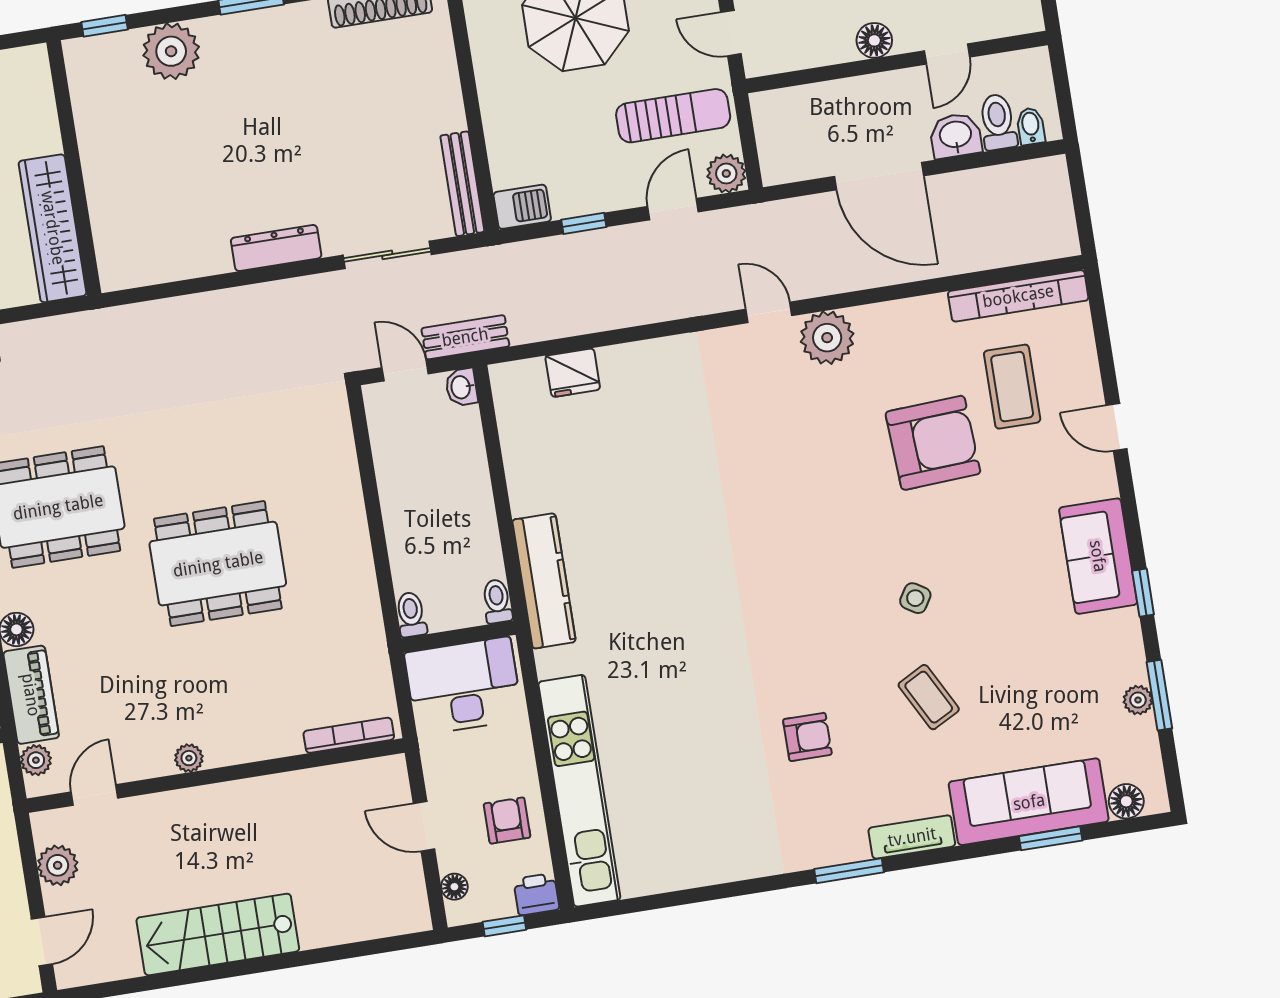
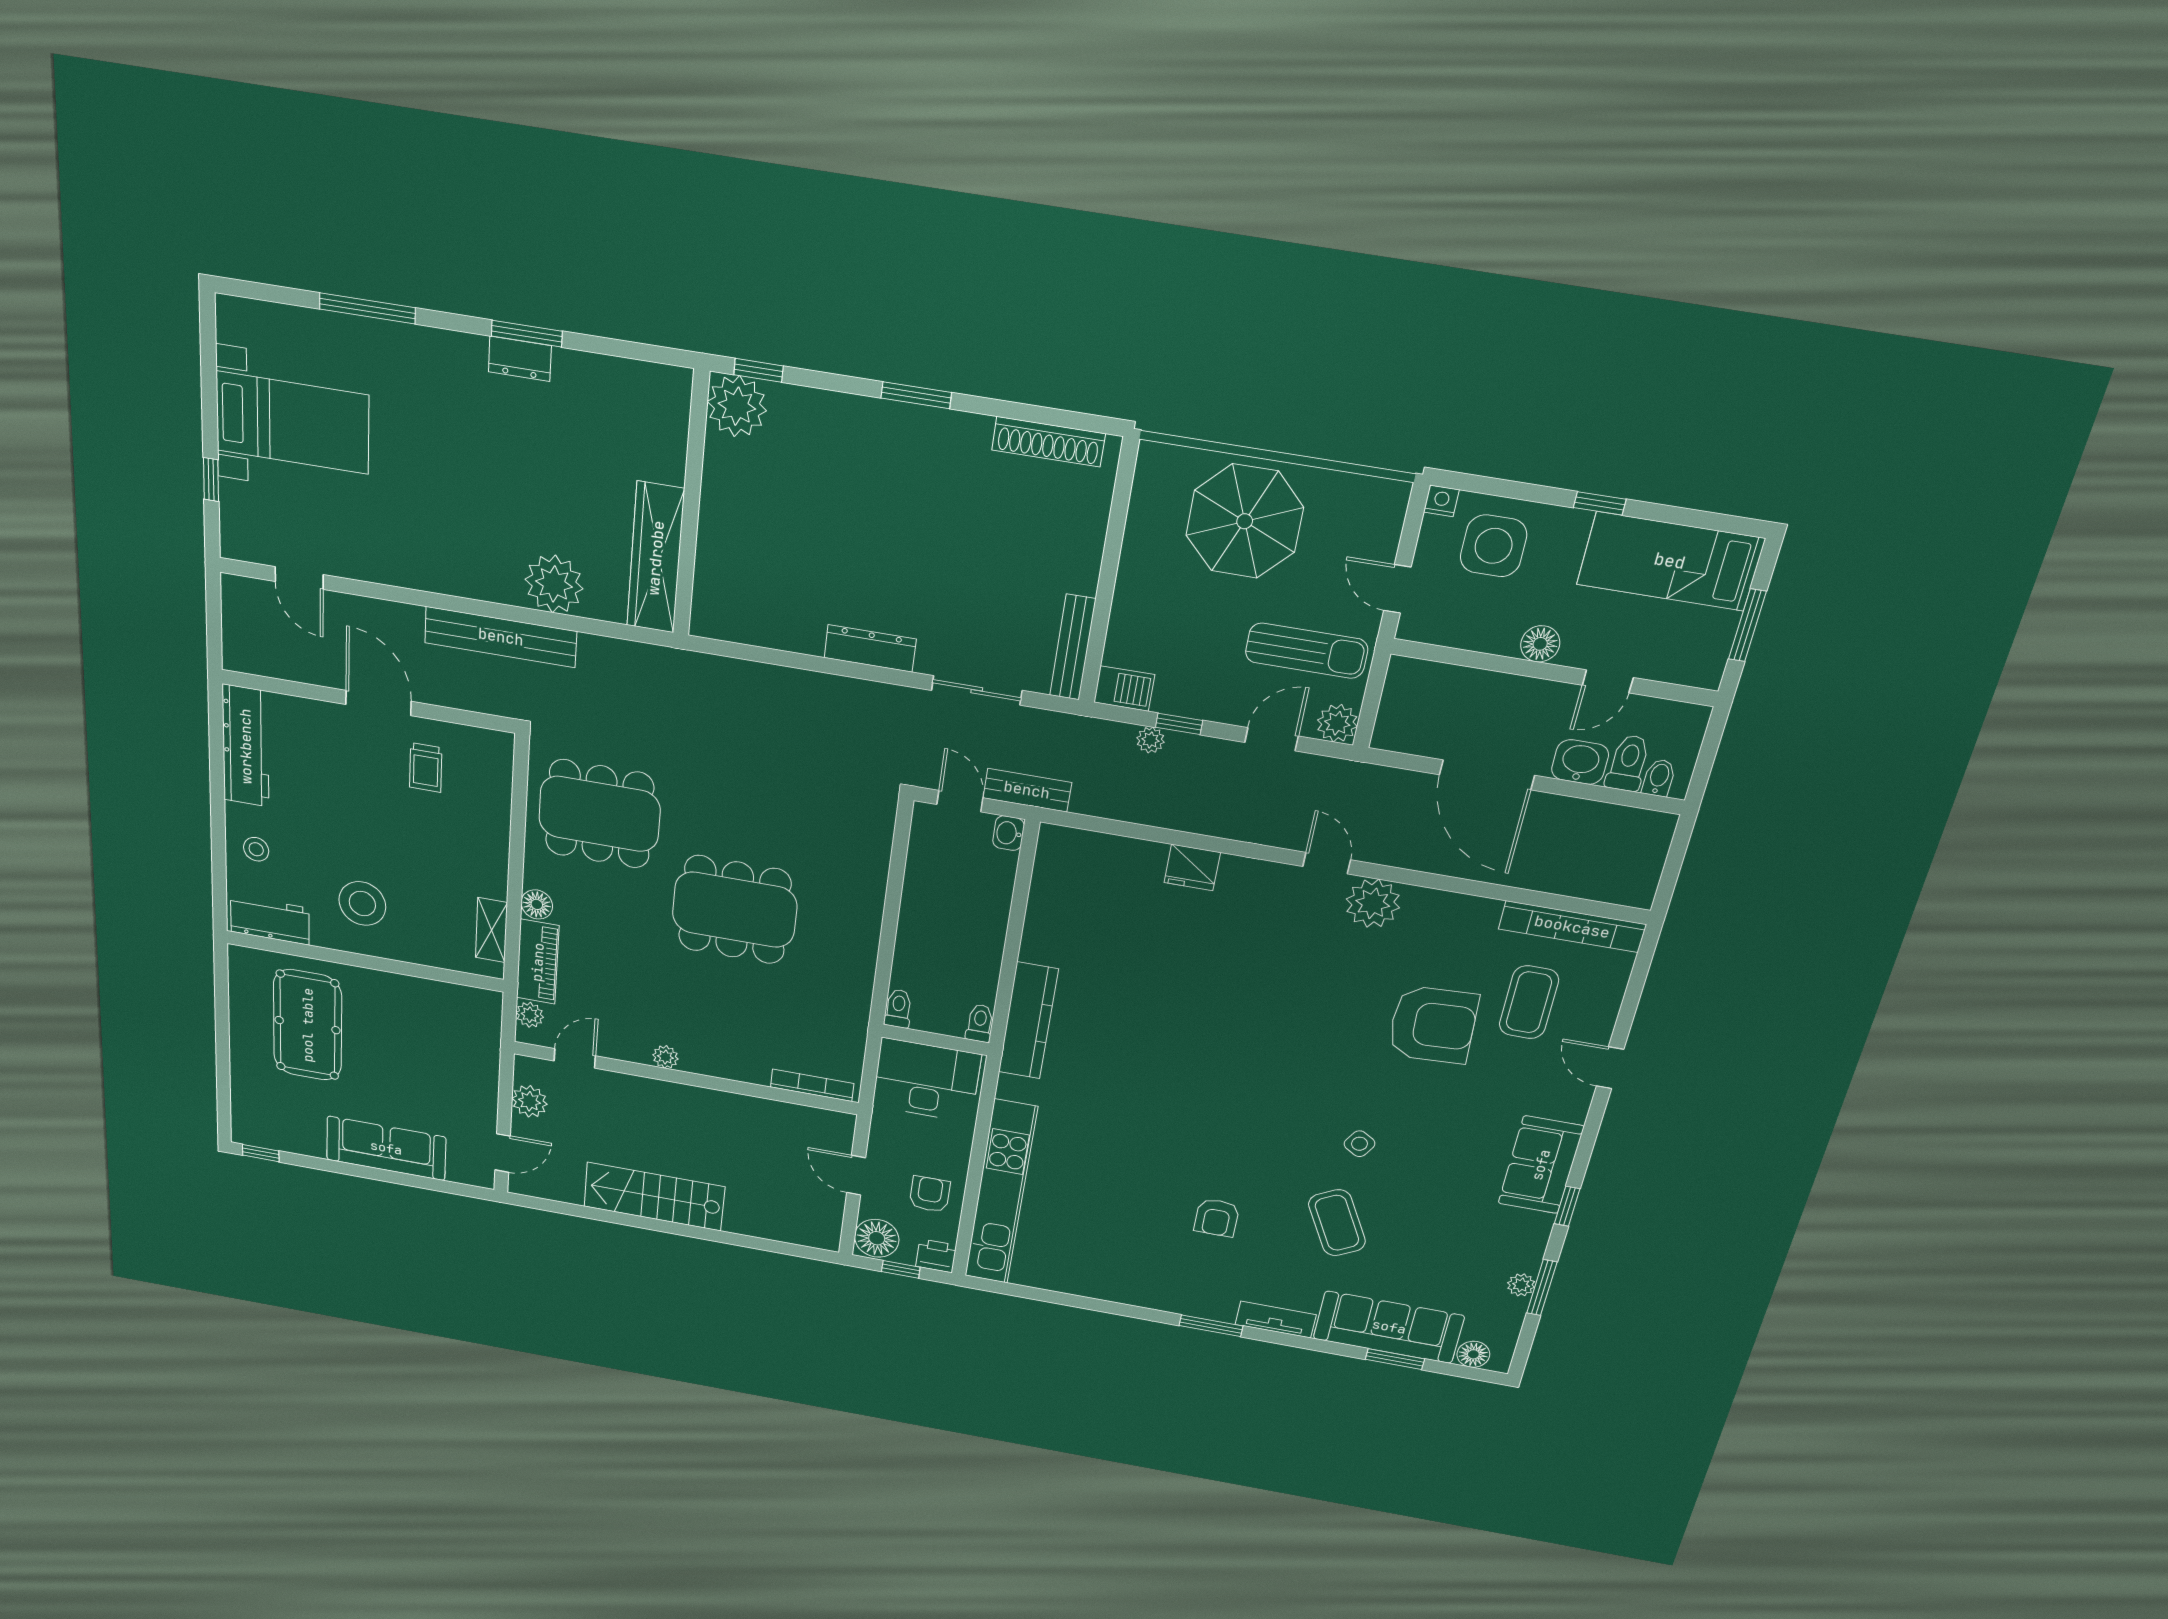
plant: (171, 51) -> (737, 406), moved
plant: (563, 248) -> (1150, 740), added
fridge: (573, 373) -> (1192, 867), moved
coffee table: (929, 697) -> (1337, 1223), width x1.36, depth x1.30
armchair: (807, 737) -> (1217, 1218), turned 90
floor lamp: (454, 887) -> (877, 1238), width x1.89, depth x1.89

